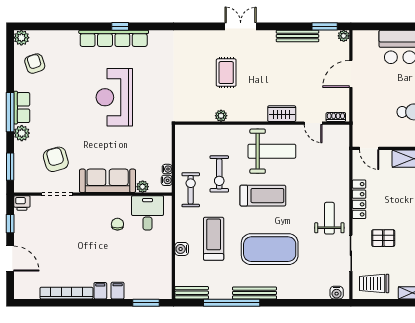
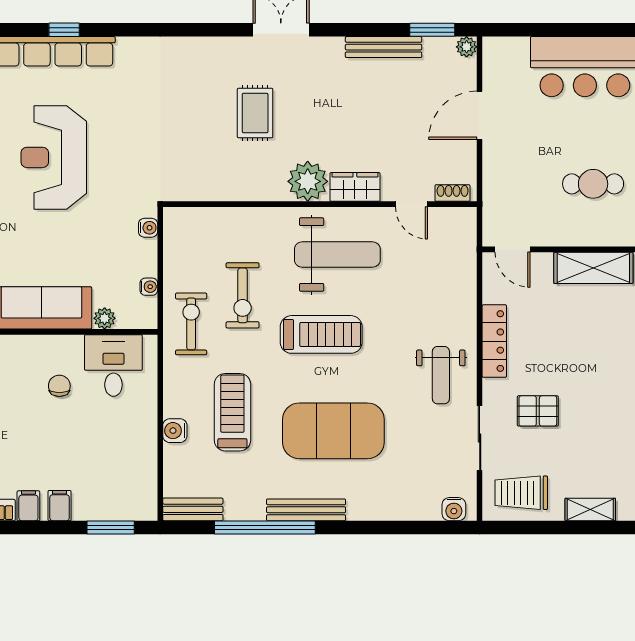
plant: (221, 116) -> (308, 181), moved, width x1.87, depth x1.87
water cooler: (167, 180) -> (148, 228), moved
weight bench: (329, 218) -> (441, 375), turned 180

